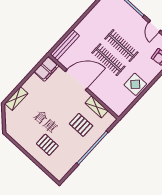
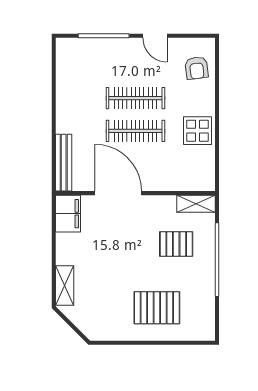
door: (76, 80) -> (118, 193), hinge flipped
shelving: (96, 107) -> (196, 204), moved
pallet: (47, 145) -> (157, 308), width x1.50, depth x1.42

